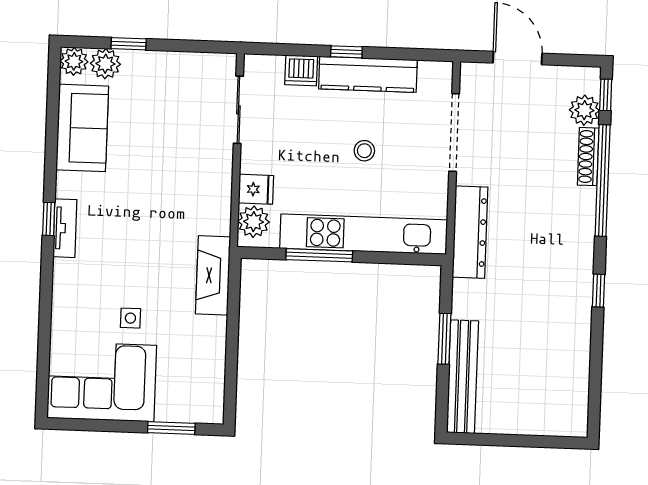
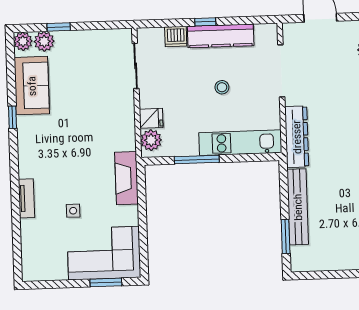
window: (49, 219) -> (12, 117), moved
tv unit: (65, 228) -> (26, 198), moved
kitchen unit: (364, 234) -> (240, 143), width x0.73
window: (444, 339) -> (286, 236), moved
bench: (463, 377) -> (298, 207), moved
corner sofa: (102, 382) -> (104, 253), moved

